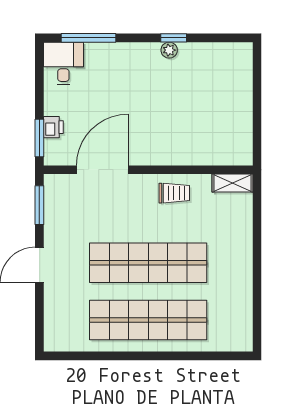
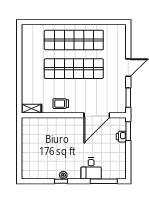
desk: (63, 64) -> (91, 169), moved

